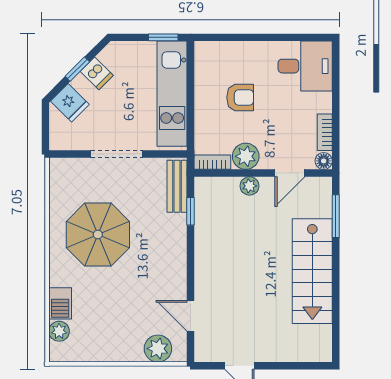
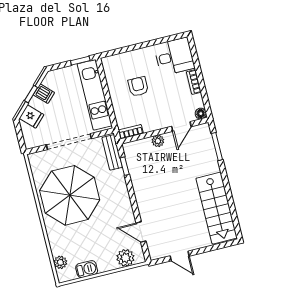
armchair: (240, 97) -> (138, 87), turned -90
bookcase: (325, 132) -> (194, 82), moved
doorway: (116, 154) -> (69, 142), width x1.36
plant: (246, 156) -> (151, 123), removed
parasol: (98, 235) -> (70, 195), width x1.36, depth x1.36
stairs: (312, 271) -> (217, 208), moved
barbecue: (60, 303) -> (87, 269), moved, turned -90

